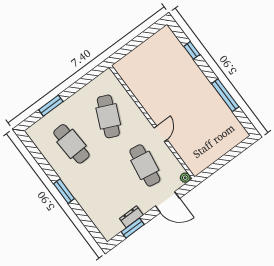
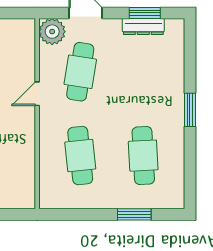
cafe table: (108, 116) -> (80, 156), turned -30
plant: (185, 178) -> (52, 32), width x1.88, depth x1.88
dresser: (131, 217) -> (143, 27), width x1.44

